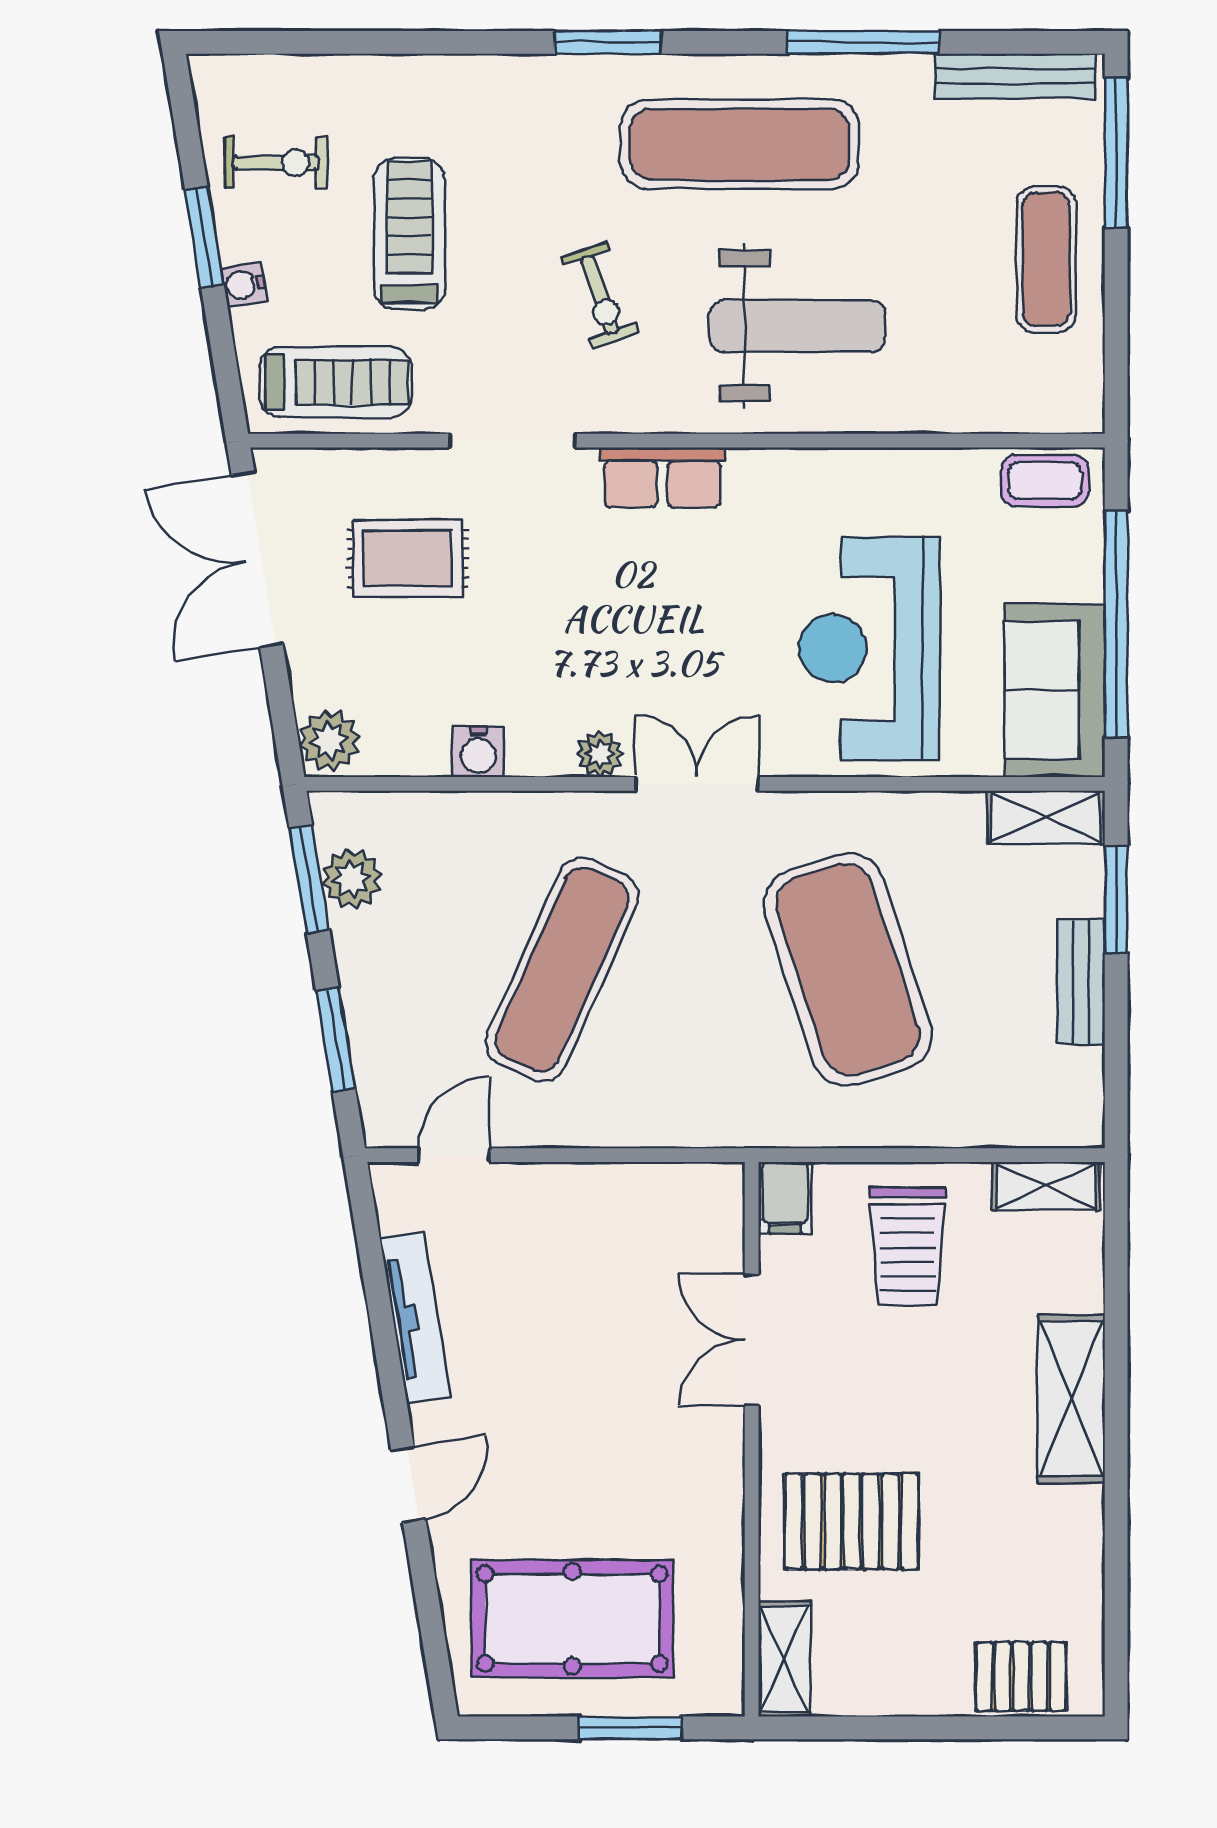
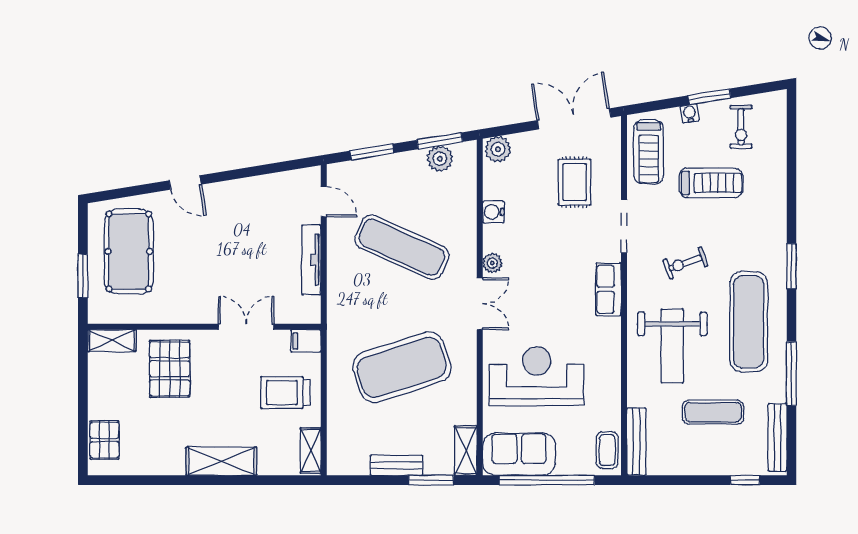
window: (1116, 152) -> (745, 480), width x0.46
exercise mat: (1046, 259) -> (713, 412), moved
bench: (1025, 411) -> (636, 442), added
tv unit: (415, 1317) -> (311, 260), moved, turned 99

